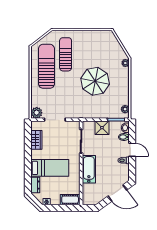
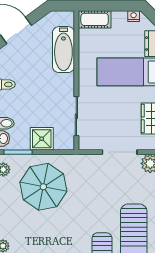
parasol: (95, 81) -> (43, 187), moved
bathtub: (89, 169) -> (63, 50), moved

